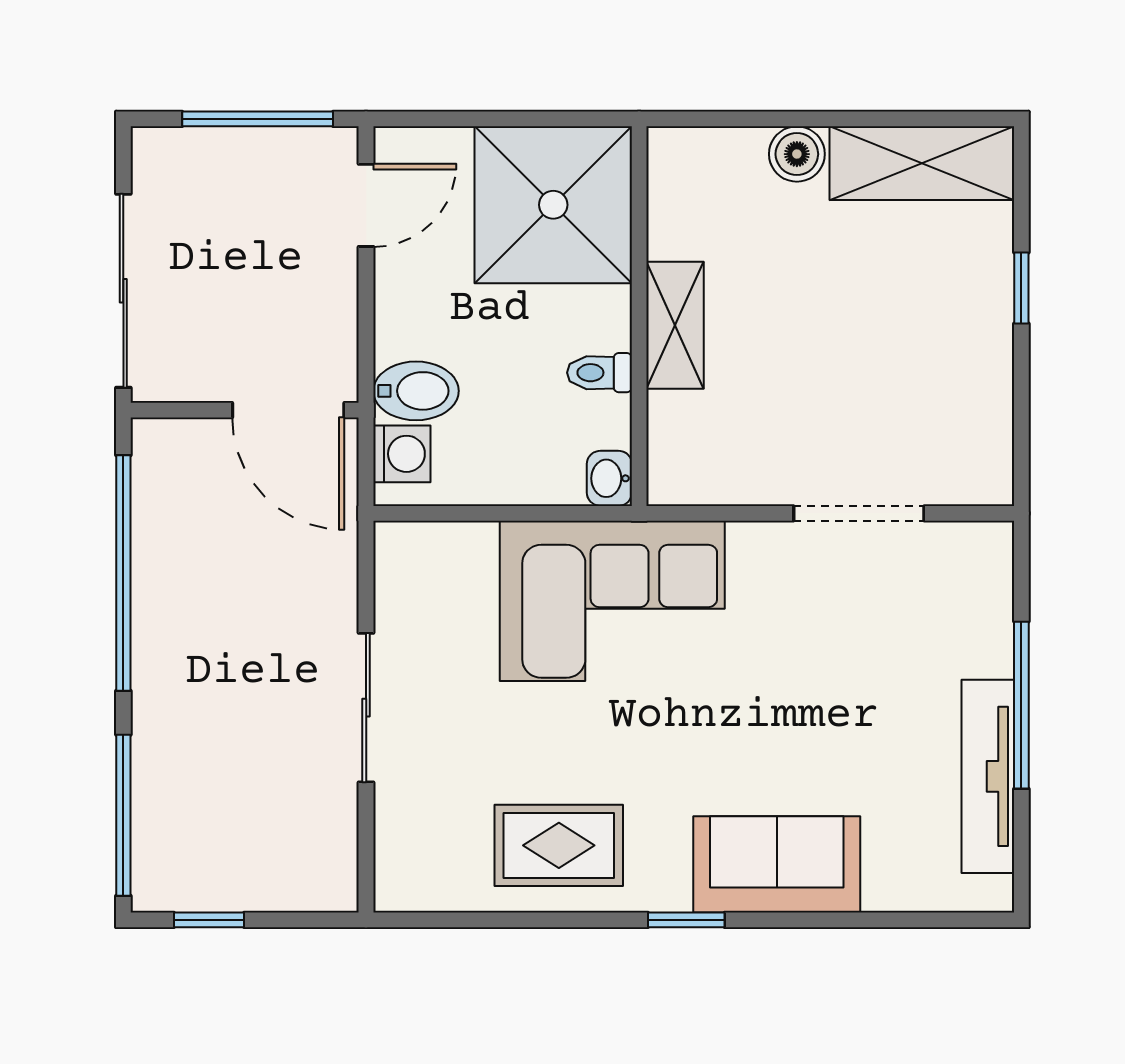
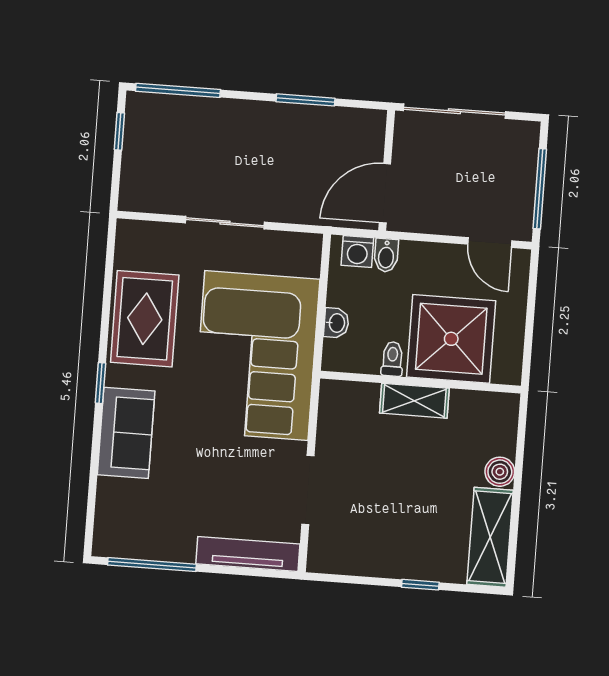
shower: (553, 205) -> (451, 339), moved
bidet: (416, 391) -> (386, 255), width x0.72, depth x0.74
washbasin: (609, 478) -> (336, 323), moved, turned 90
window: (123, 573) -> (306, 100), width x0.47
corner sofa: (612, 601) -> (256, 355), width x1.36, depth x1.36
window: (1021, 705) -> (152, 565), moved
tv unit: (988, 776) -> (248, 554), moved
rug: (559, 845) -> (145, 319), width x1.36, depth x1.43

